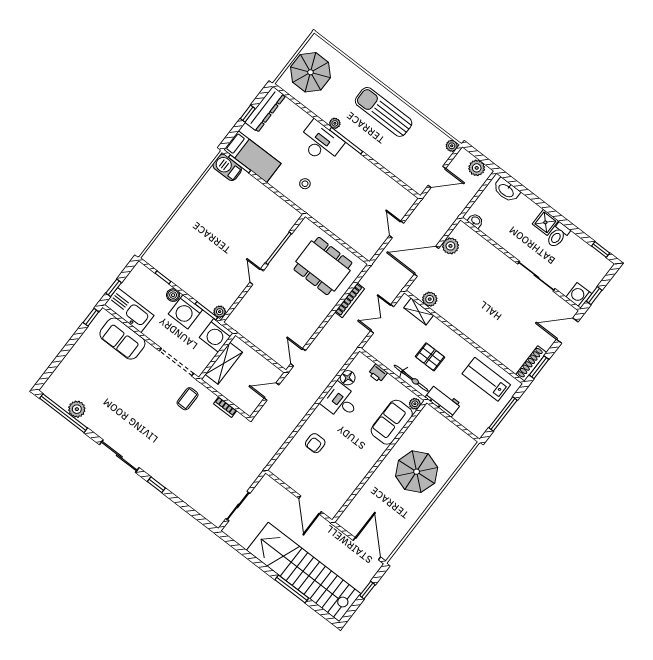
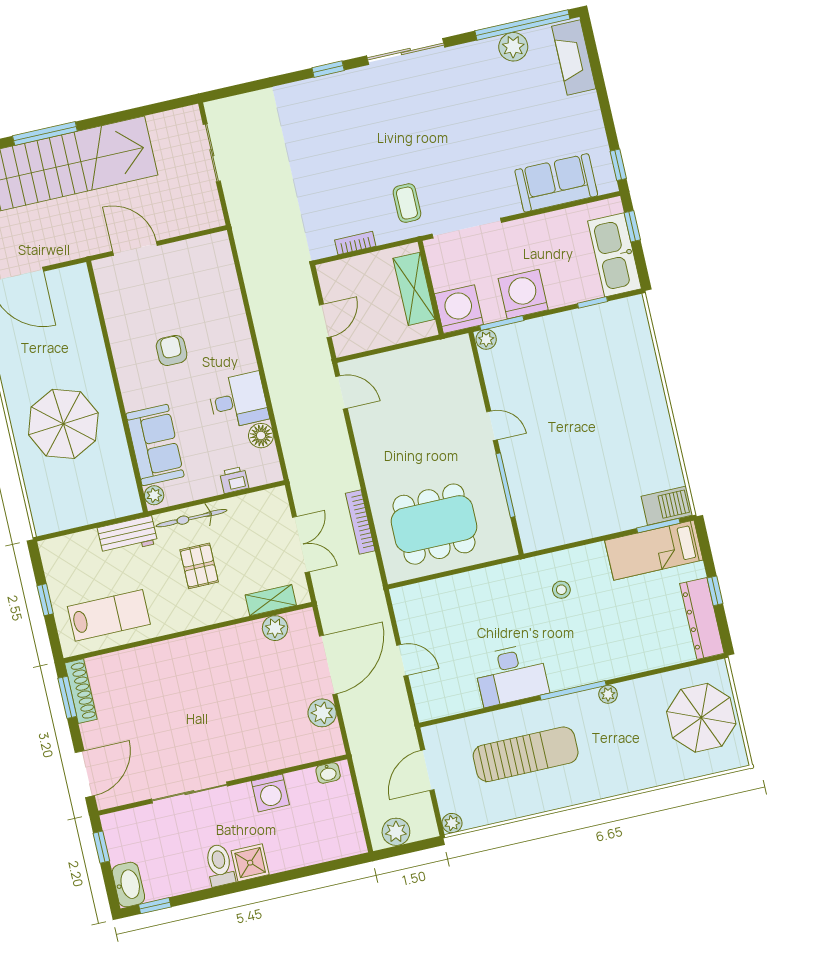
sun lounger: (384, 112) -> (526, 754), moved
desk: (321, 142) -> (511, 675), moved
washbasin: (506, 190) -> (128, 885), moved, turned 90
boiler: (173, 295) -> (558, 296), removed
washing machine: (579, 295) -> (270, 793), moved, turned 90
kitchen sink: (129, 310) -> (614, 255), moved, turned 90
pallet: (430, 357) -> (199, 566), turned 90
fireplace: (59, 378) -> (574, 57), added
window: (503, 414) -> (45, 600), width x0.46
armchair: (315, 443) -> (172, 350), moved

